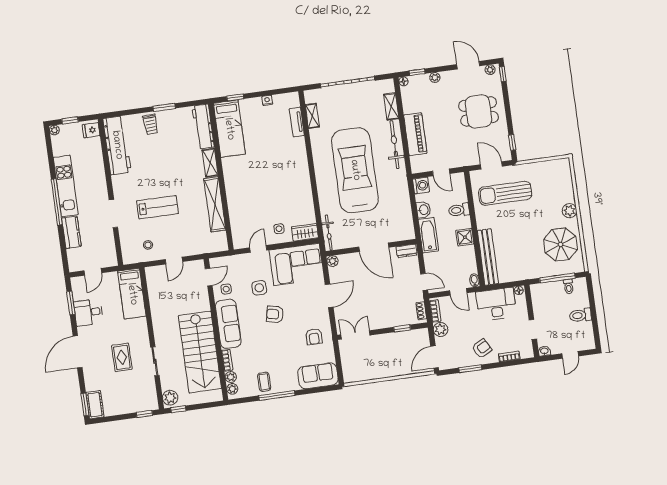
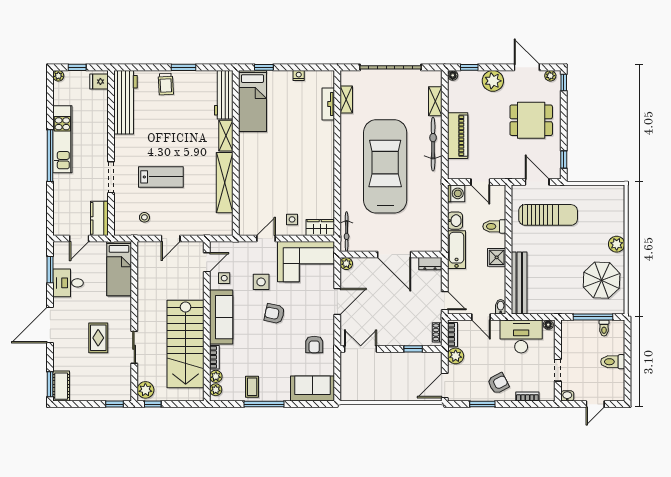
plant: (435, 78) -> (493, 81), width x1.87, depth x1.87
sun lounger: (505, 193) -> (548, 215), turned 180
kitchen counter: (71, 232) -> (99, 218), moved, turned 180

